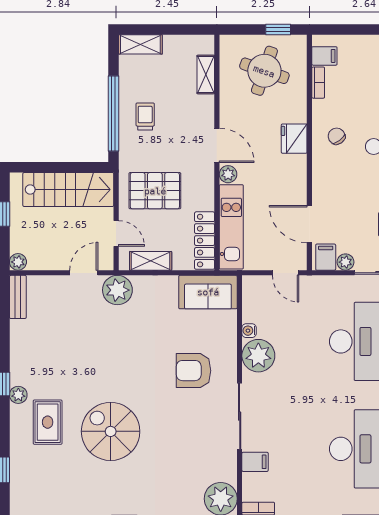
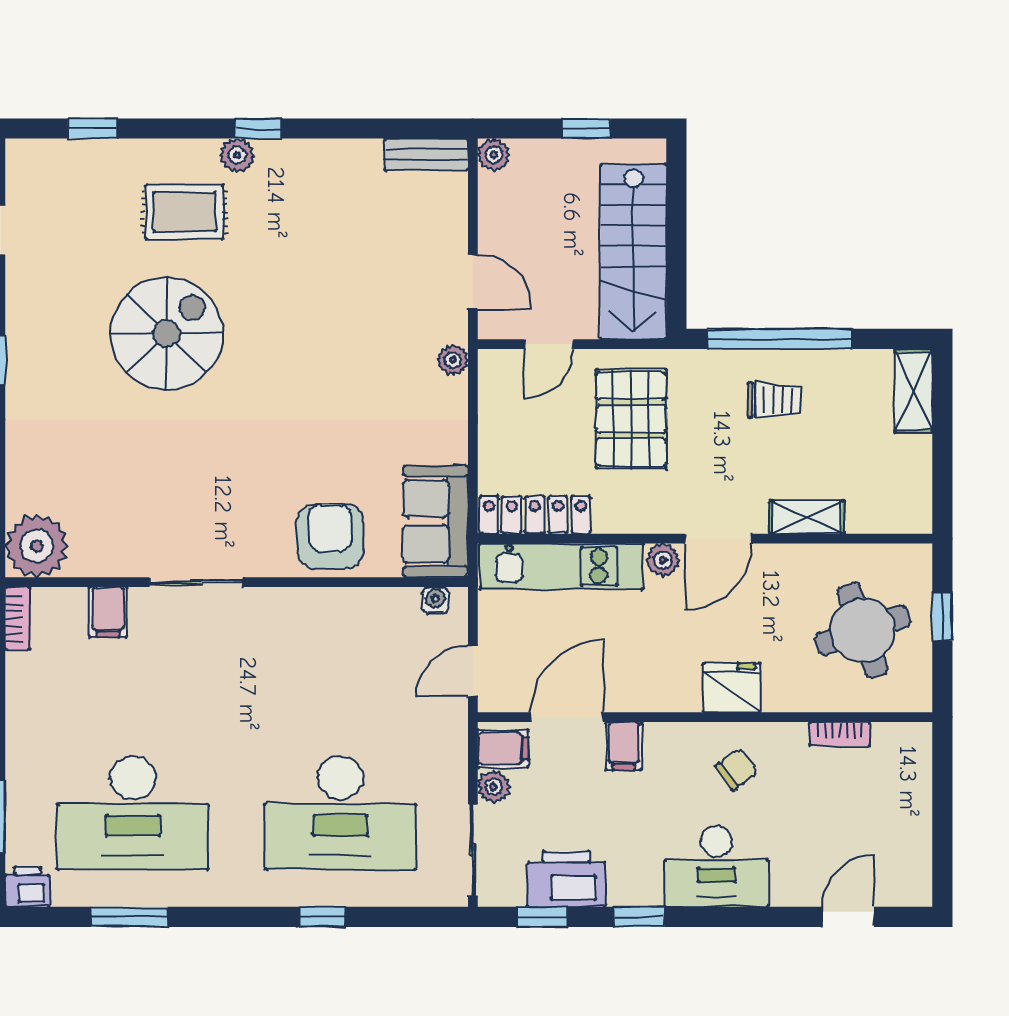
window: (278, 29) -> (942, 616), moved
filing cabinet: (324, 56) -> (624, 746), moved
round table: (264, 71) -> (863, 630), turned -38
shelving: (206, 74) -> (807, 517), moved
shelving: (151, 261) -> (496, 411), removed
plant: (117, 290) -> (453, 360), width x0.53, depth x0.53
water cooler: (249, 331) -> (435, 601), moved
plant: (258, 356) -> (313, 619), removed
armchair: (194, 371) -> (330, 536), moved
sliding door: (240, 416) -> (196, 582), width x0.73

